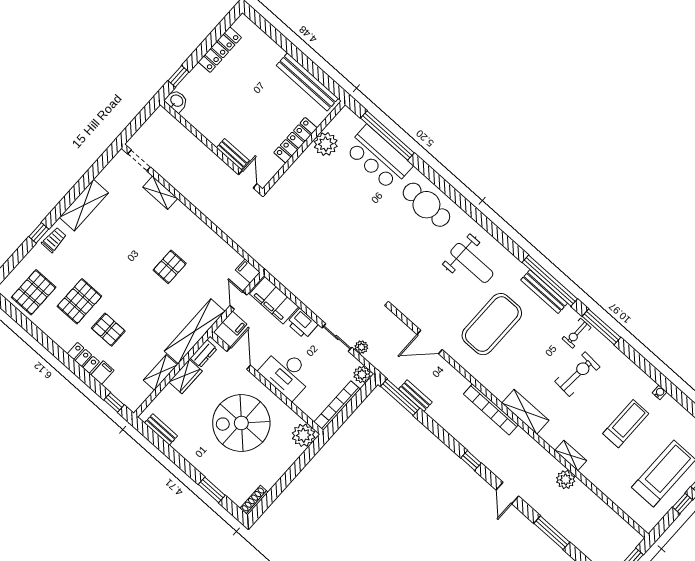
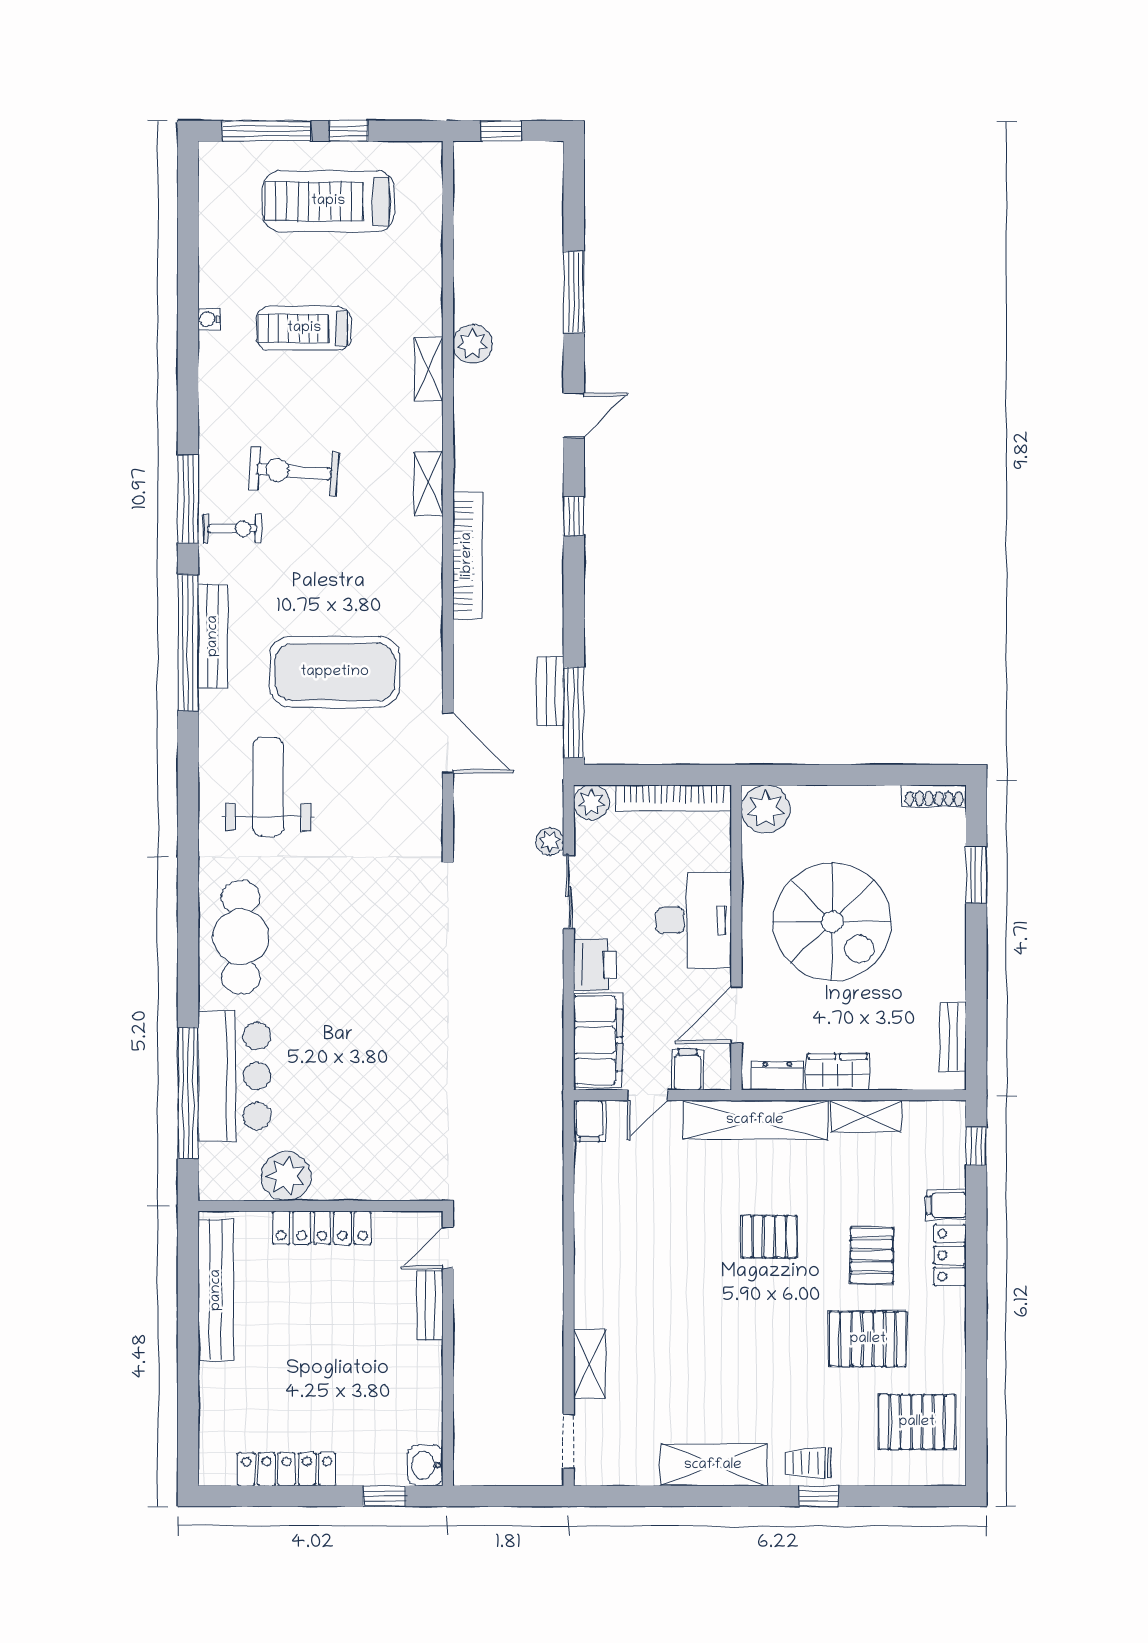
pallet: (170, 267) -> (769, 1237), moved
shelving: (525, 412) -> (428, 483), width x0.67, depth x0.75

